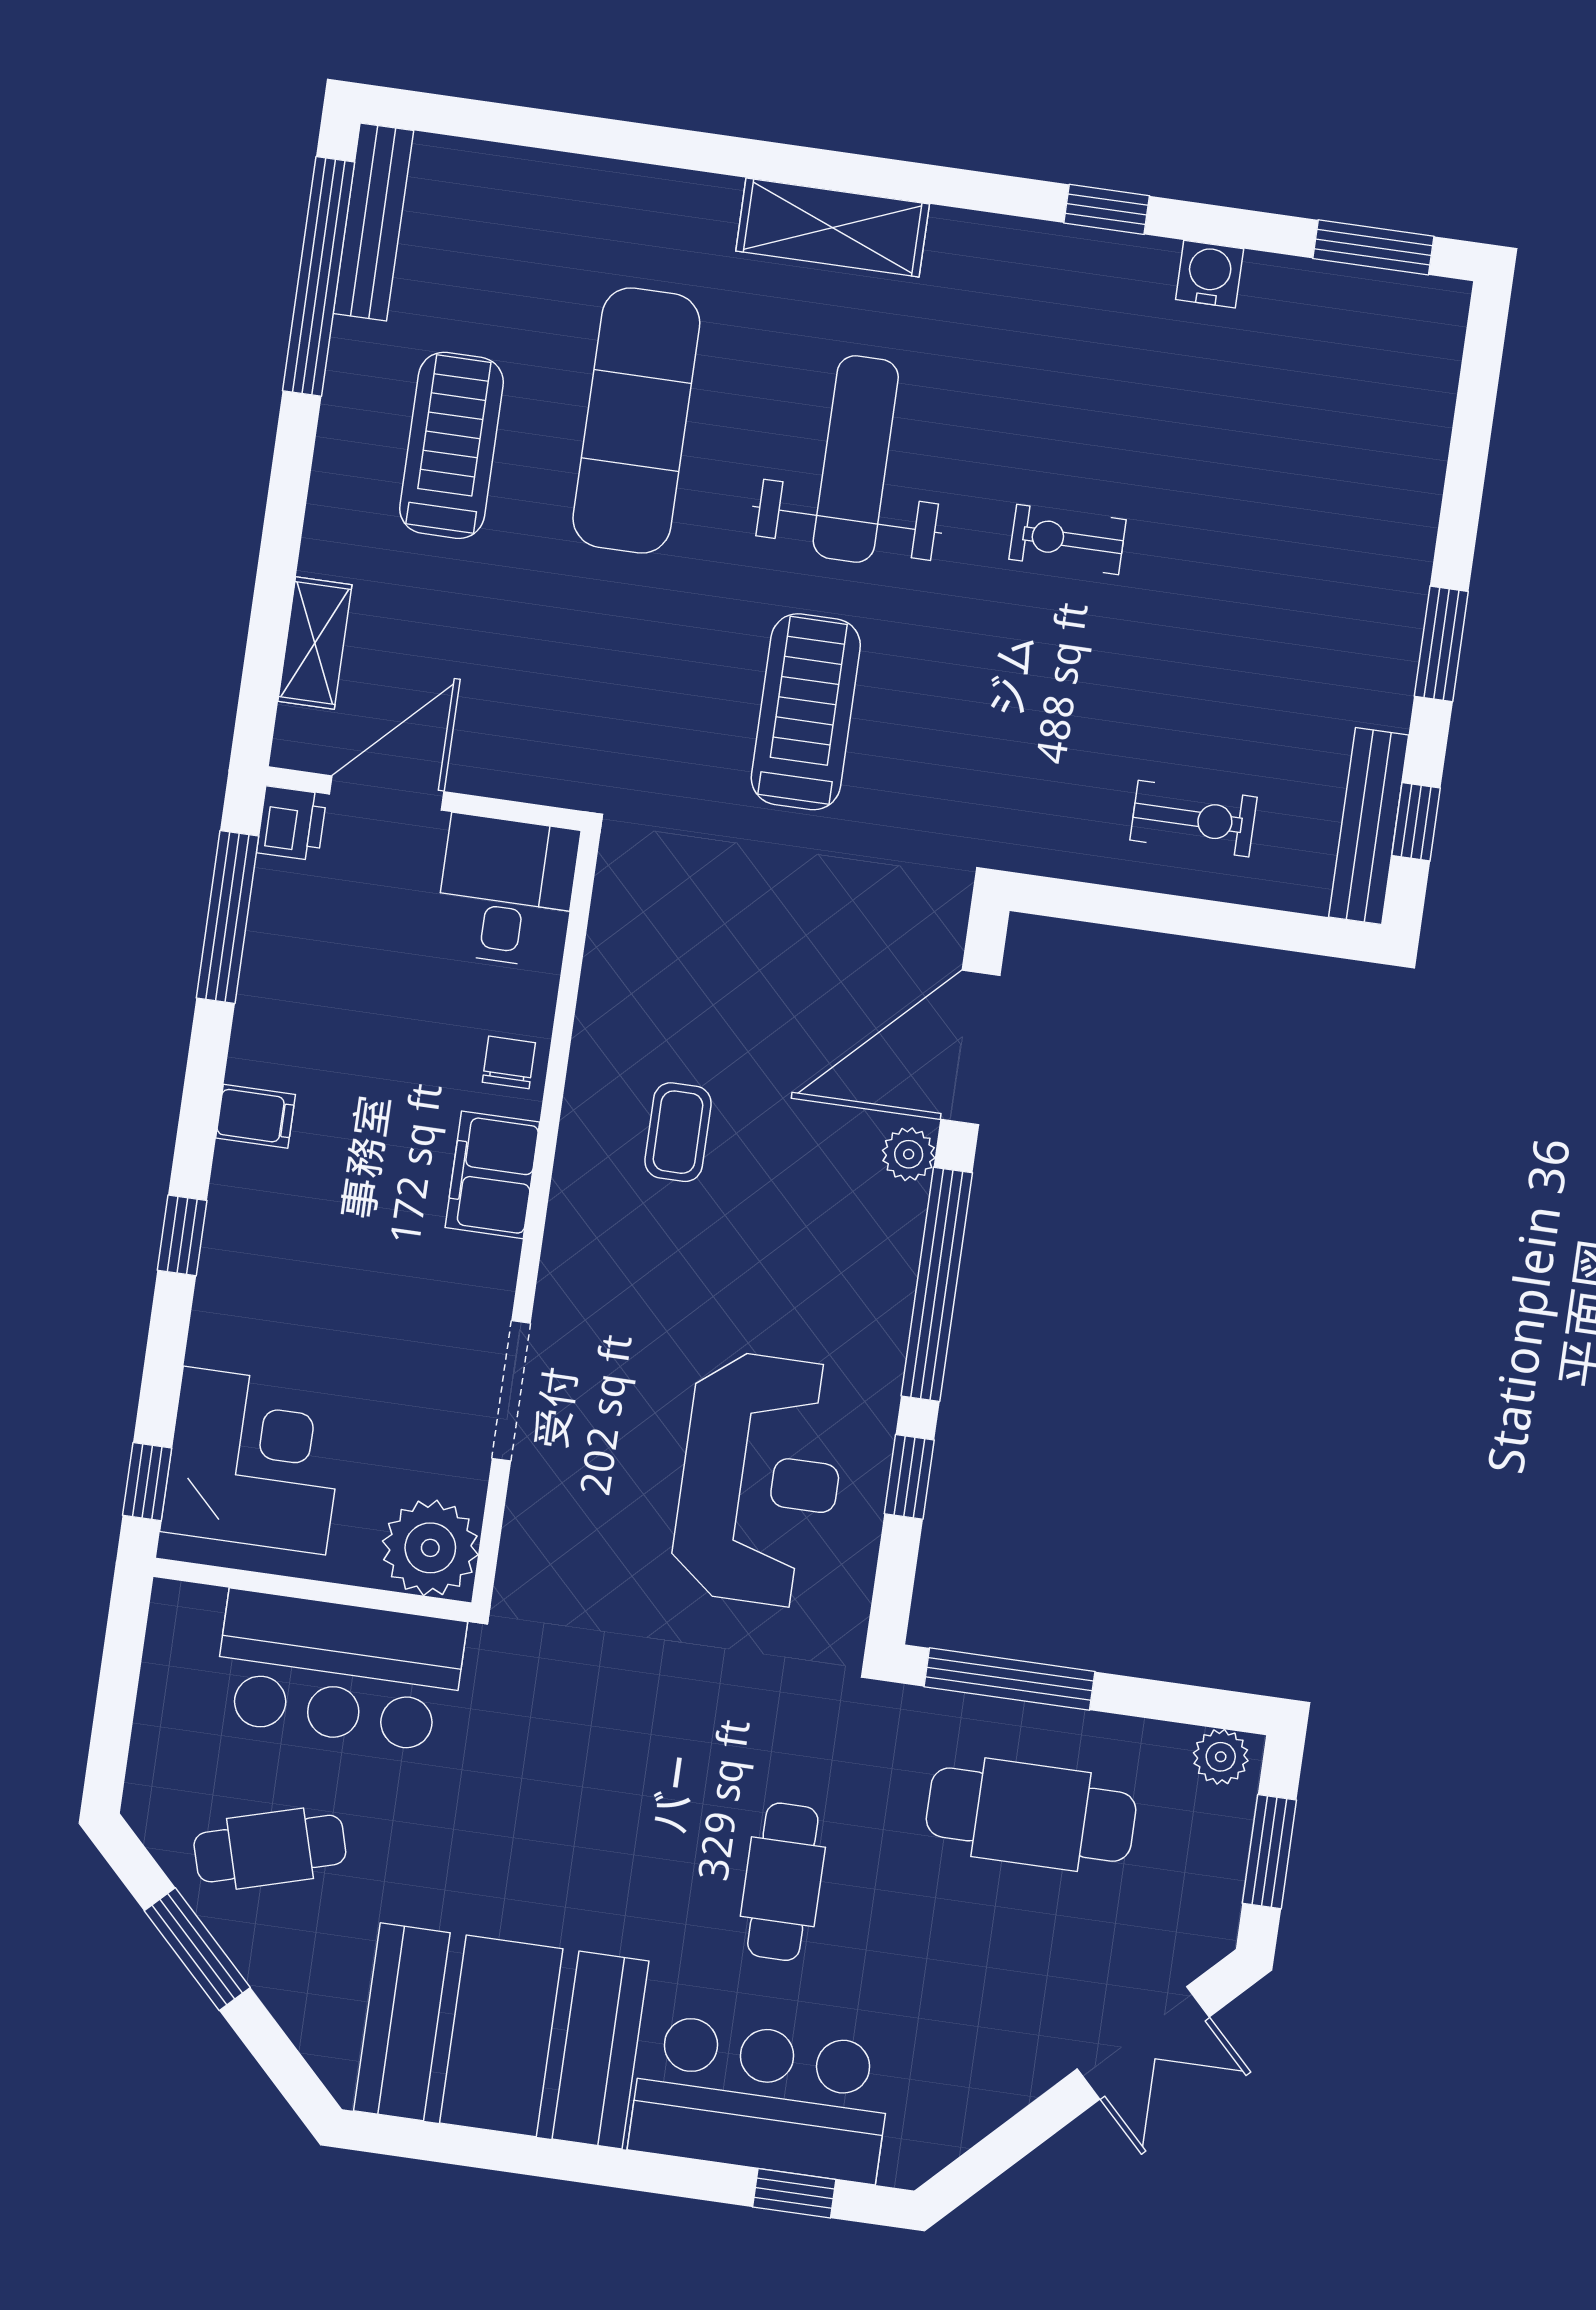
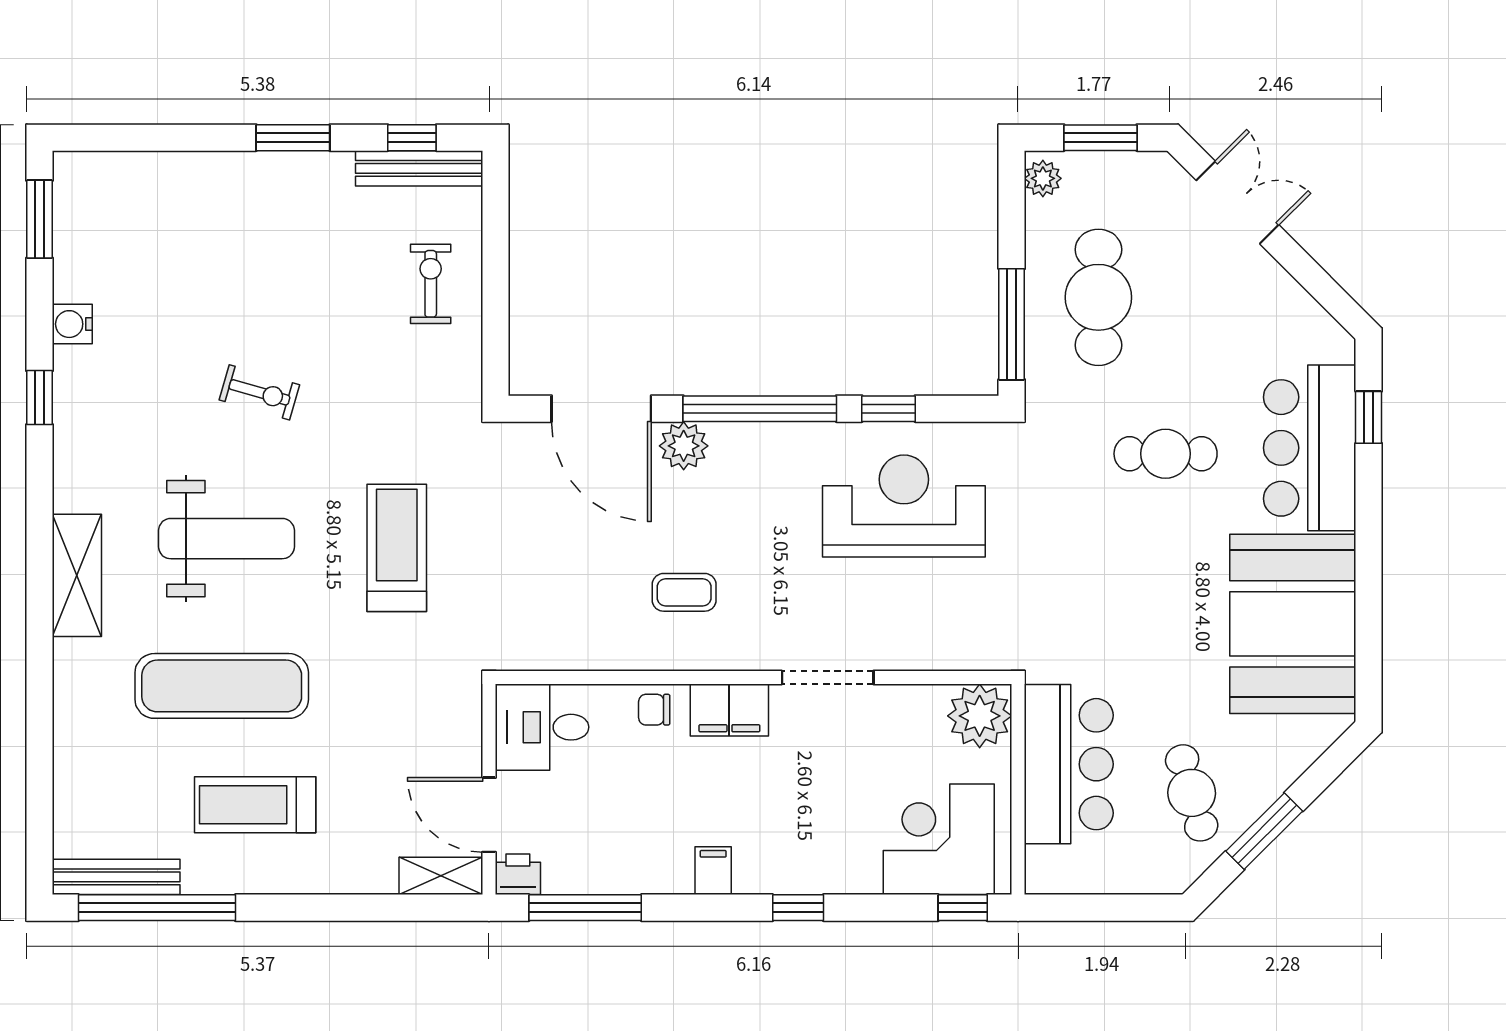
weight bench: (856, 459) -> (226, 539), turned 180
exercise bike: (1068, 539) -> (259, 392), turned -74
shelving: (315, 643) -> (441, 876), moved
treadmill: (806, 712) -> (397, 548), turned 90
plant: (909, 1154) -> (684, 446), width x1.38, depth x1.38
doorway: (511, 1391) -> (828, 677), moved

